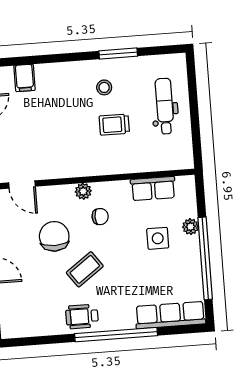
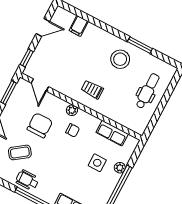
stool: (104, 87) -> (120, 59), width x1.89, depth x1.89
trolley: (114, 125) -> (92, 89), moved
coffee table: (85, 269) -> (20, 152), moved

